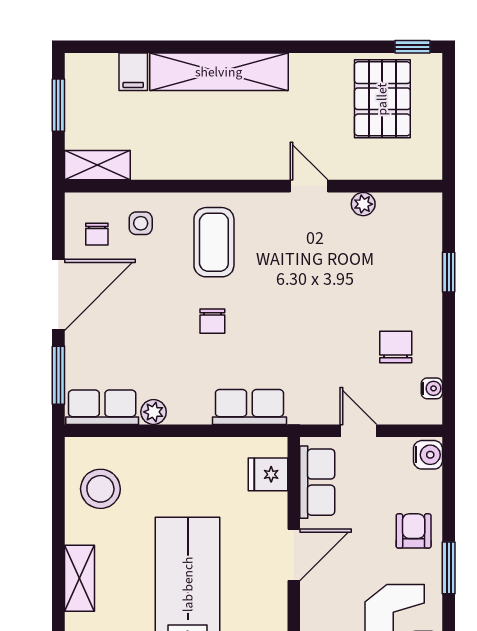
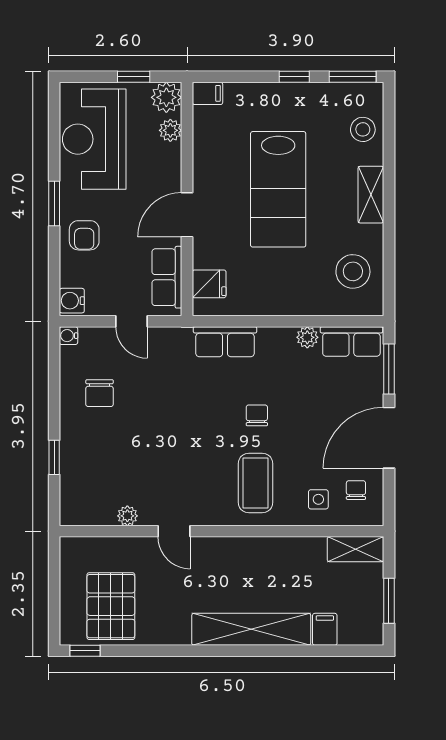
water cooler: (432, 388) -> (69, 336), moved

